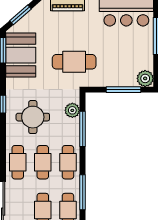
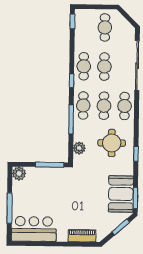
cafe table: (74, 62) -> (77, 188), removed
window: (123, 90) -> (50, 165), moved
window: (83, 129) -> (71, 119), moved
window: (83, 192) -> (72, 81), width x0.46

